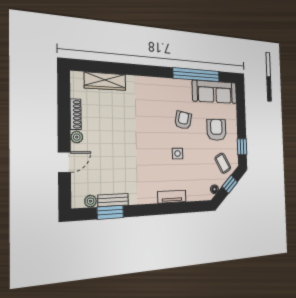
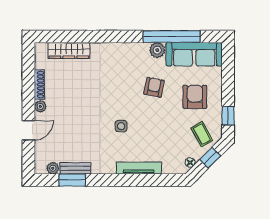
plant: (185, 86) -> (157, 50), added
side table: (178, 154) -> (121, 126), moved
tv unit: (172, 197) -> (139, 168), width x1.41

